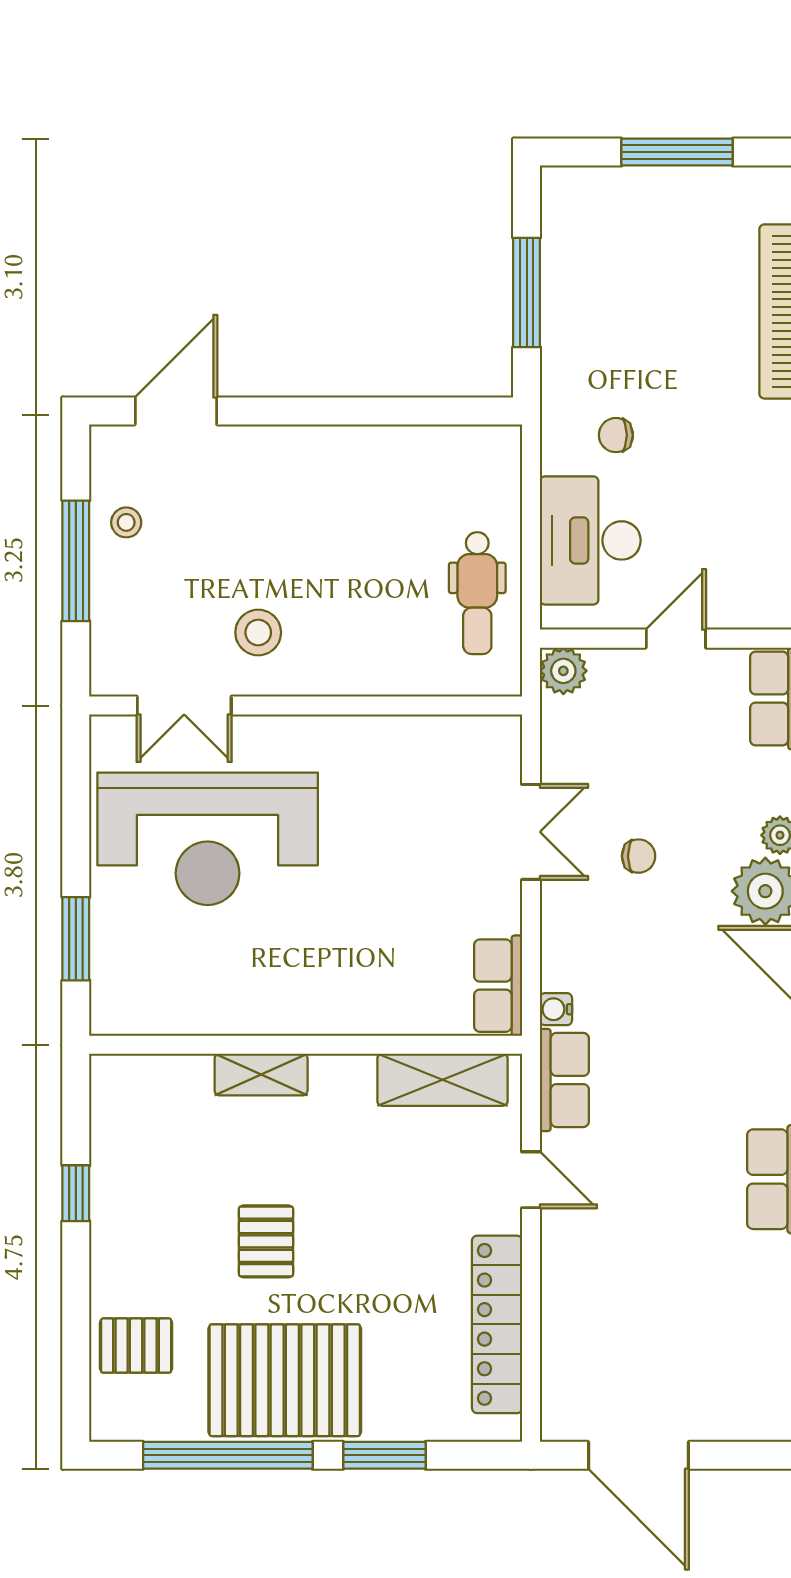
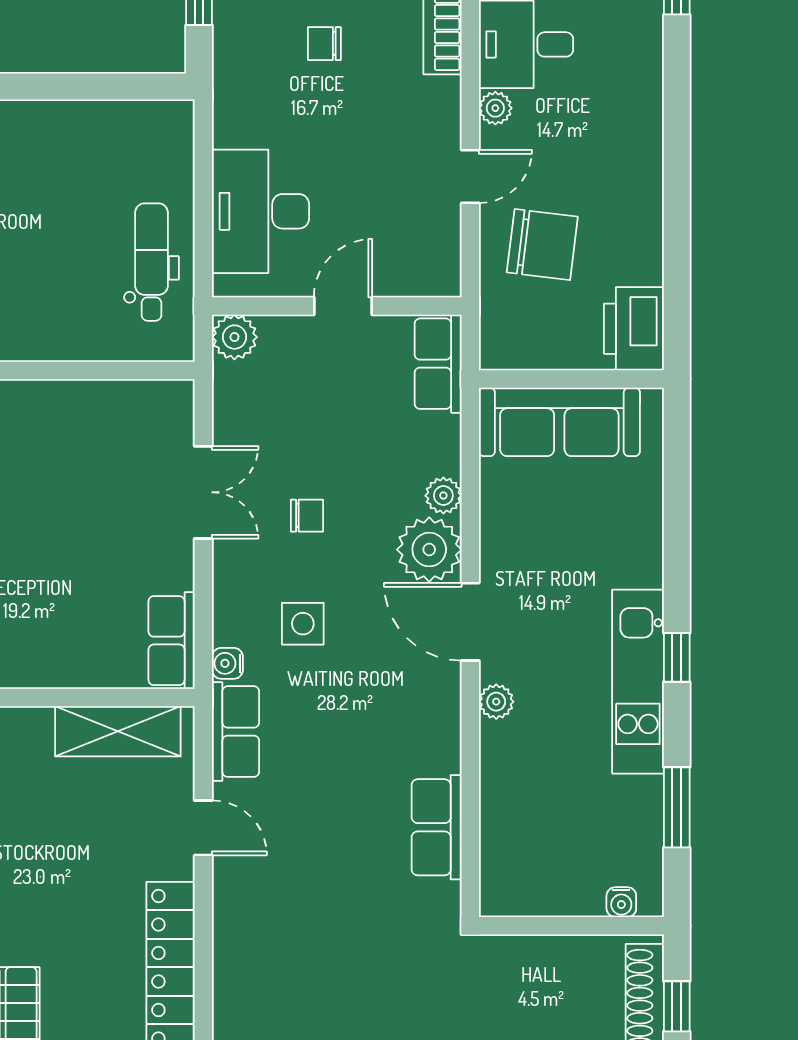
chair: (616, 435) -> (324, 44), moved
dental chair: (477, 593) -> (151, 262), turned 180
side table: (634, 968) -> (303, 624), added

